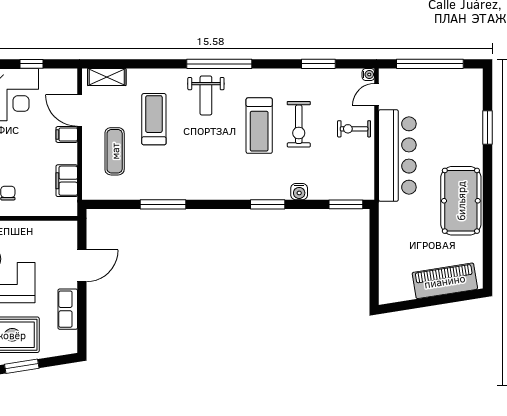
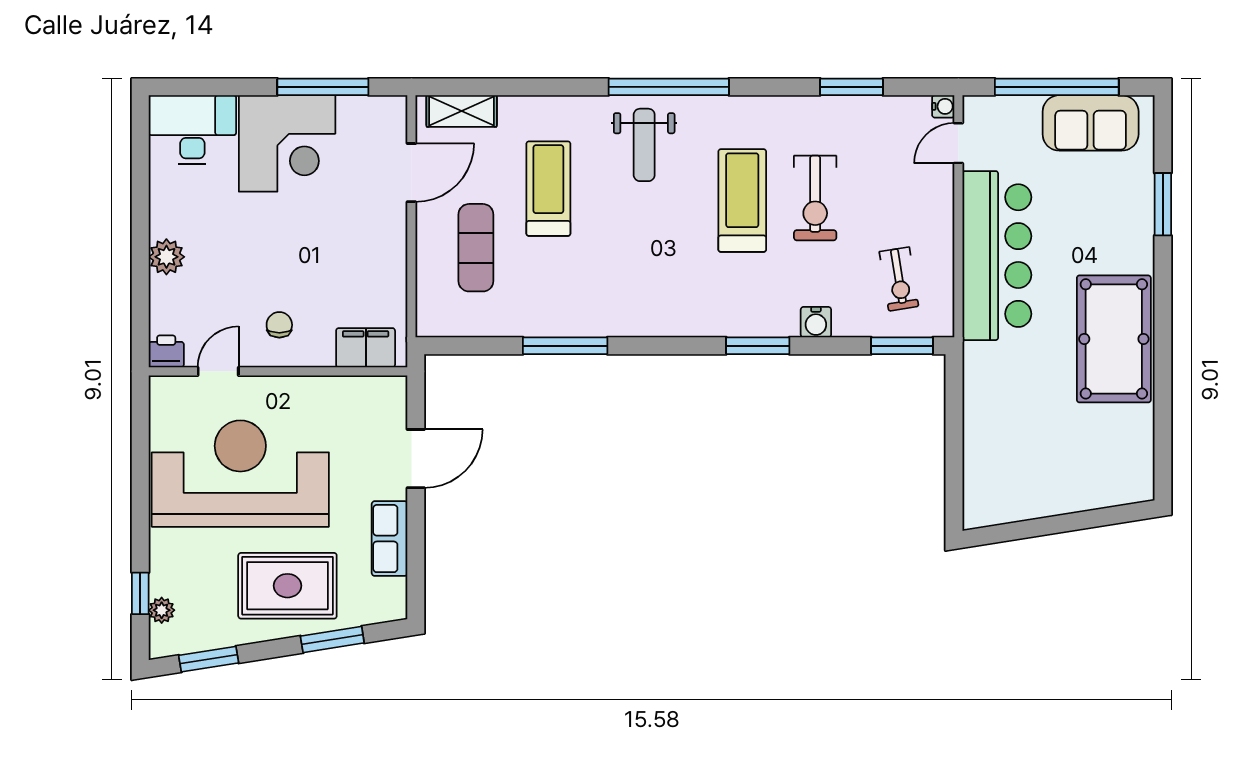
window: (32, 64) -> (323, 87), width x2.17
sofa: (448, 84) -> (1091, 123), added
door: (80, 110) -> (411, 173), swing flipped
treadmill: (259, 126) -> (742, 200), turned 180
exercise bike: (354, 129) -> (899, 279), moved, turned -99
filing cabinet: (67, 134) -> (388, 217), removed
filing cabinet: (67, 181) -> (366, 348), moved, turned 90
piano: (445, 281) -> (1084, 486), removed
window: (22, 366) -> (332, 639), moved

